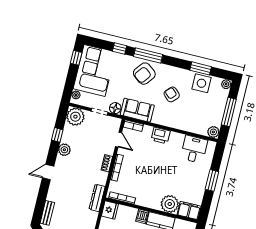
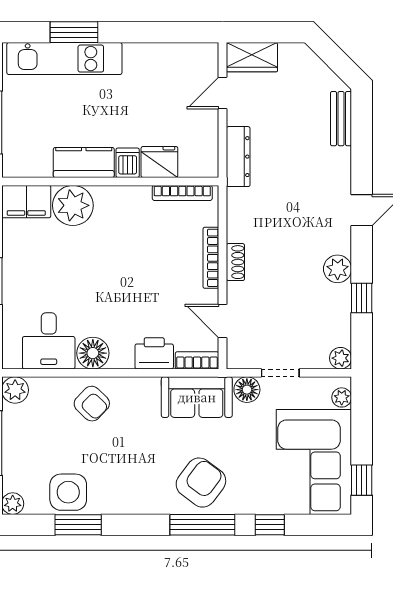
armchair: (172, 94) -> (92, 404), moved
plant: (75, 117) -> (341, 358), width x0.53, depth x0.53
printer: (161, 136) -> (154, 353), moved
floor lamp: (177, 140) -> (93, 353), added
dresser: (97, 198) -> (238, 157), moved
fridge: (110, 210) -> (159, 162), moved, turned 90

